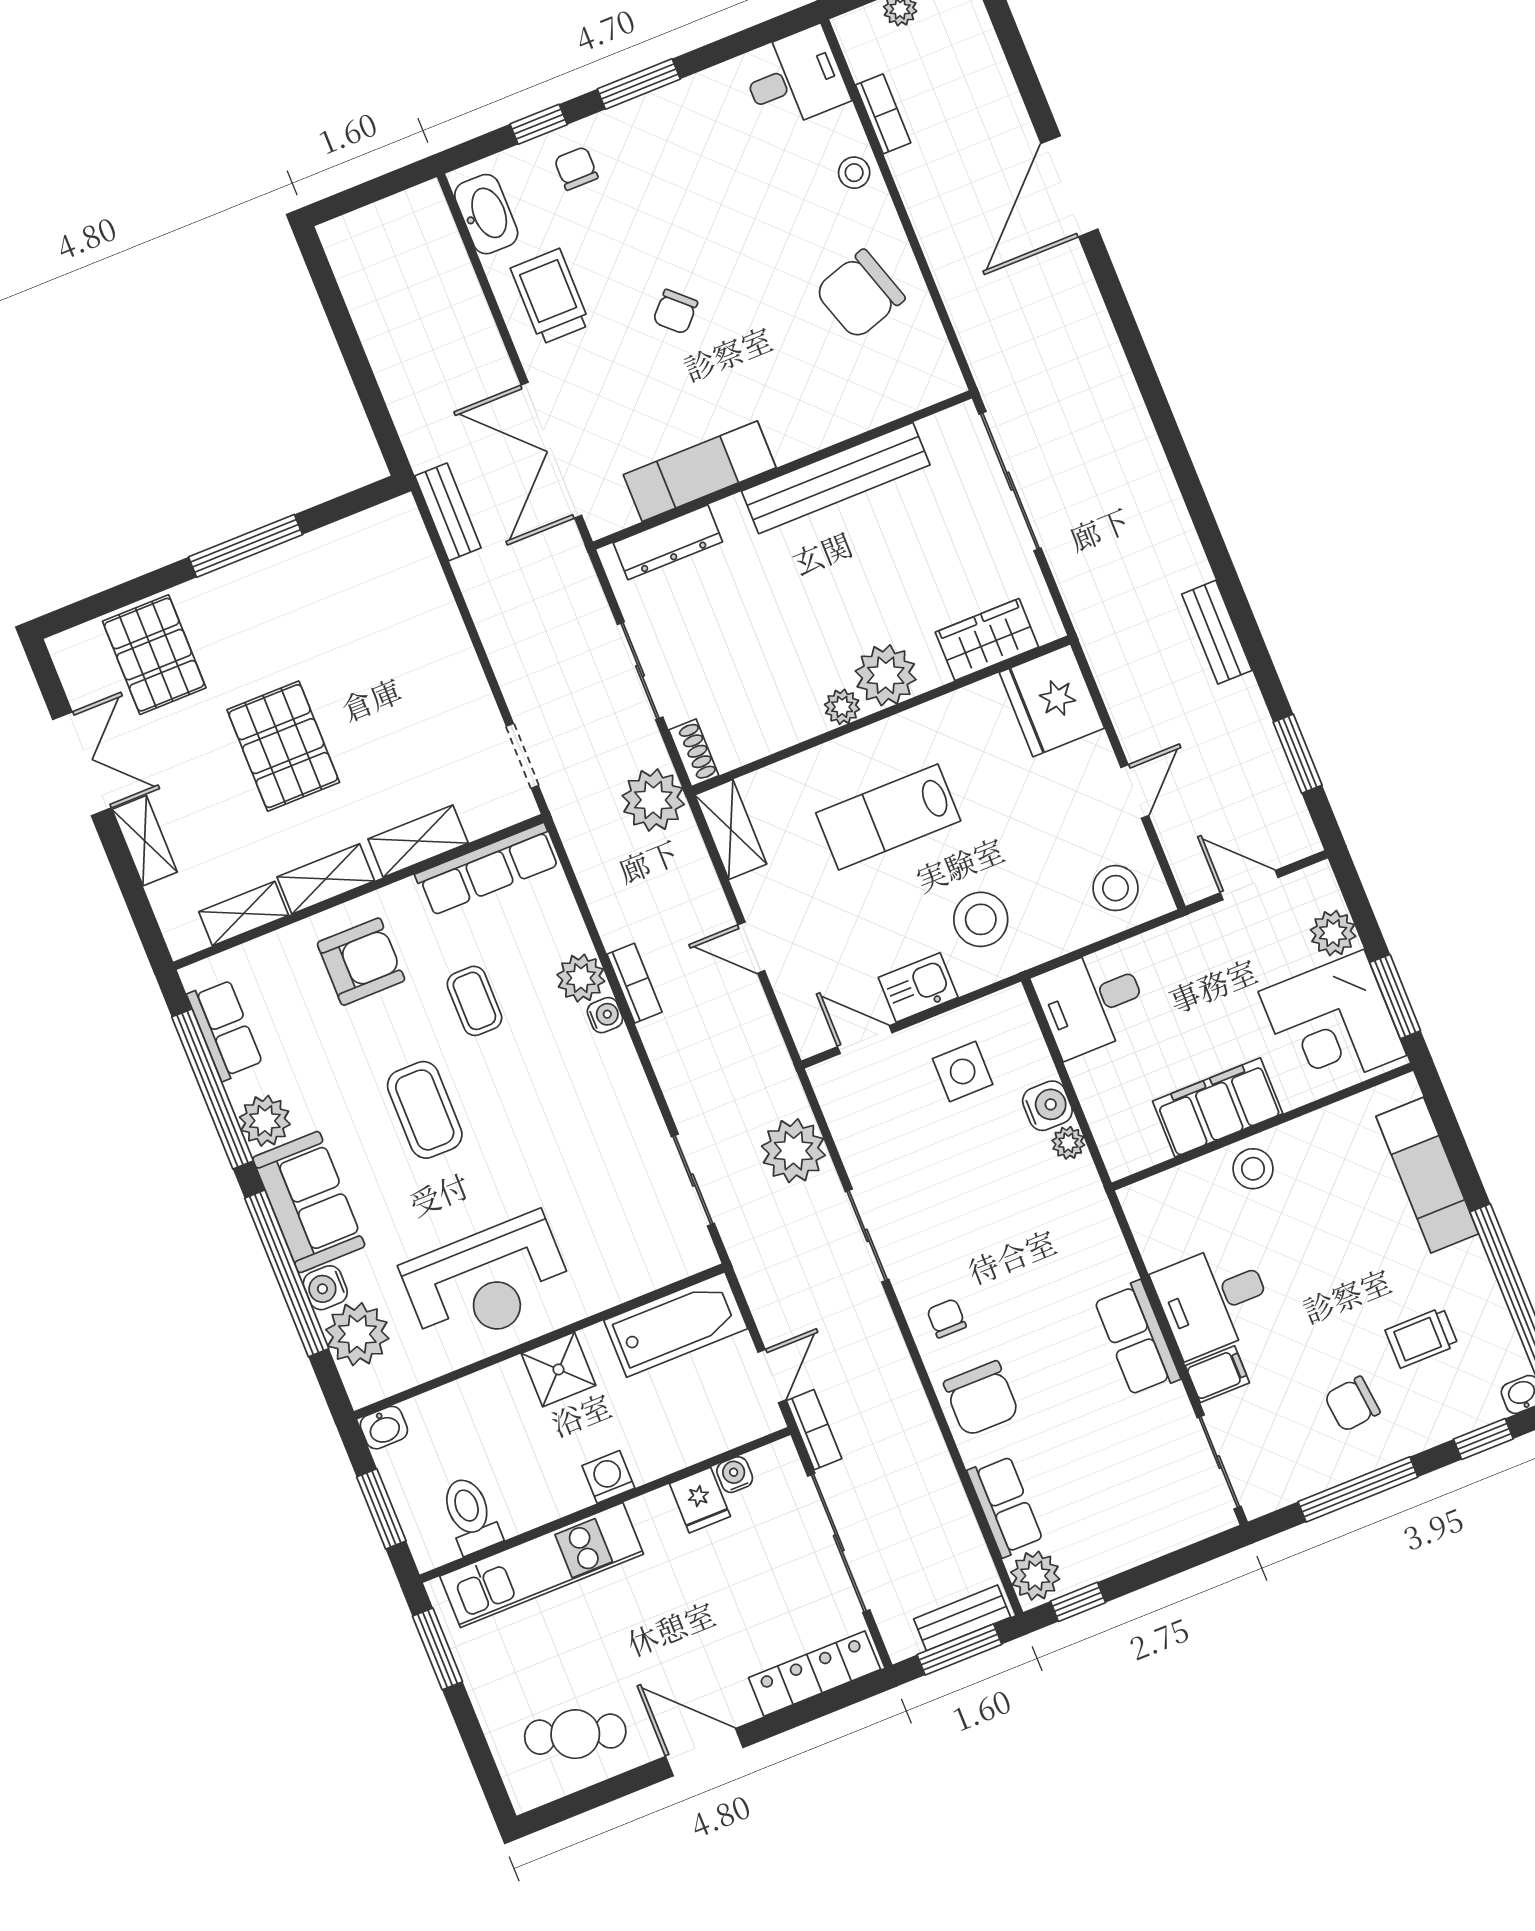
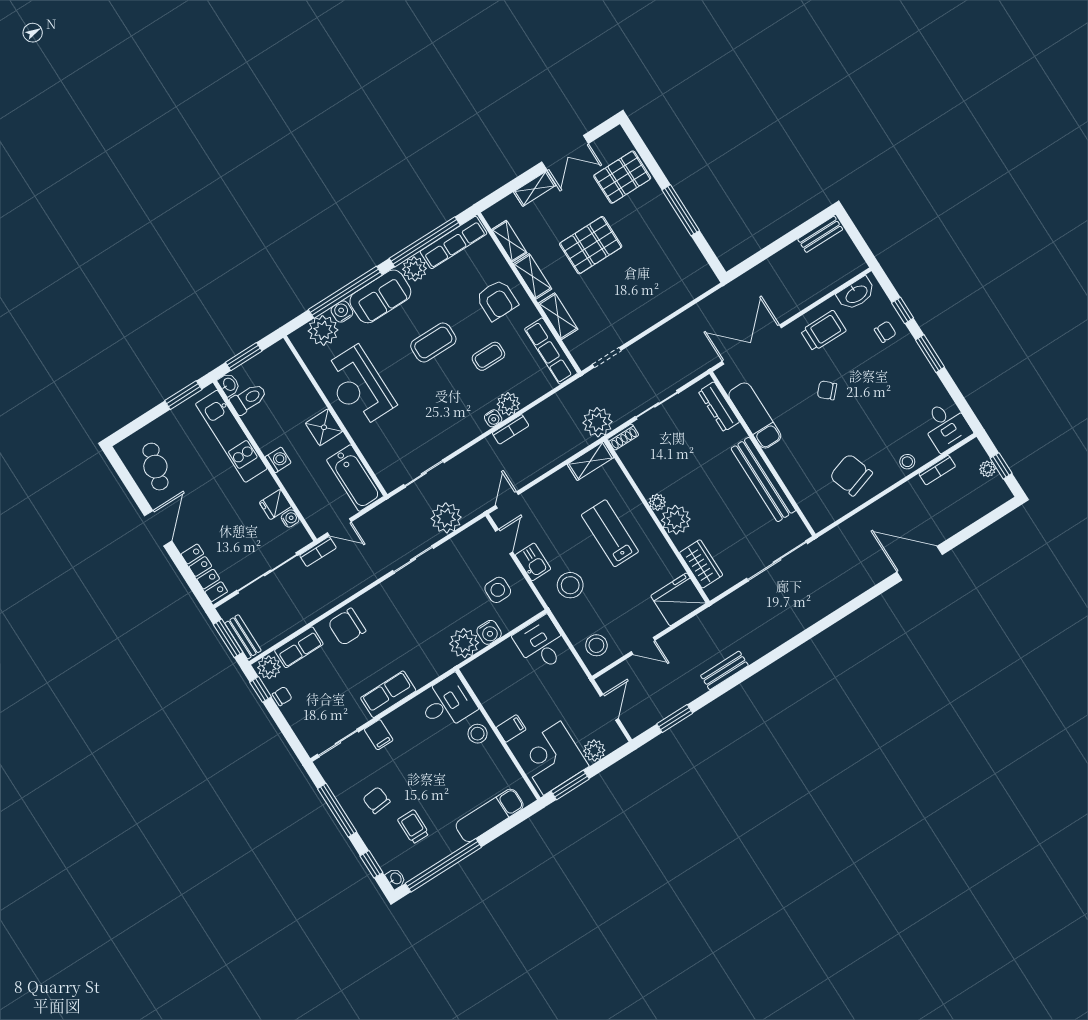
bench: (448, 512) -> (820, 234), moved
door: (751, 948) -> (507, 500), moved
row of seats: (225, 1030) -> (454, 242), width x1.48
filing cabinet: (1218, 1107) -> (511, 728), width x0.33, depth x0.86
plant: (1068, 1143) -> (464, 643), width x1.88, depth x1.88
desk: (1213, 1299) -> (447, 703), moved, turned 90
chair: (947, 1318) -> (282, 696), moved
washbasin: (384, 1428) -> (229, 385), moved, turned 180

